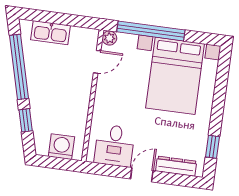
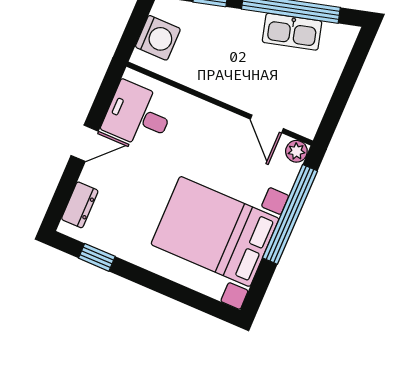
kitchen sink: (50, 33) -> (292, 32), moved, turned -105
dresser: (176, 166) -> (80, 205), width x0.70
door: (142, 175) -> (85, 143), hinge flipped

